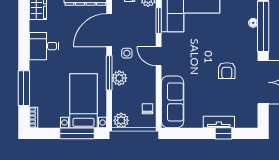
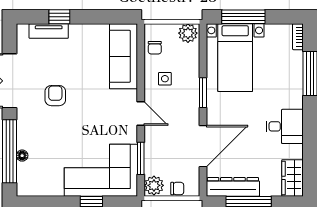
side table: (127, 53) -> (165, 79), moved
window: (109, 73) -> (203, 93), width x0.69
plant: (119, 78) -> (190, 86), removed
tv unit: (219, 122) -> (49, 31), moved

